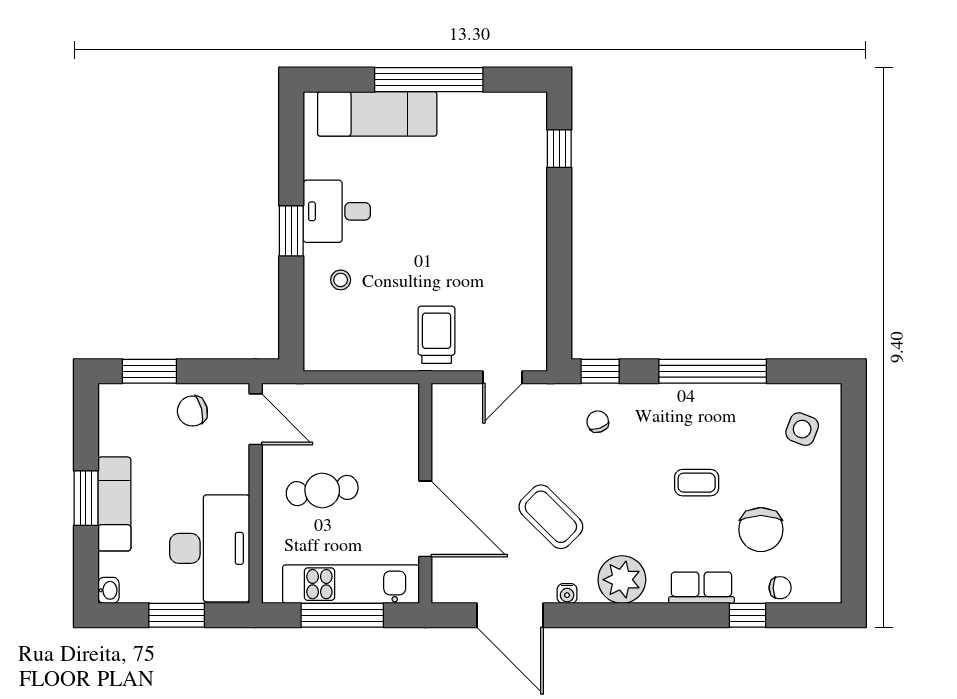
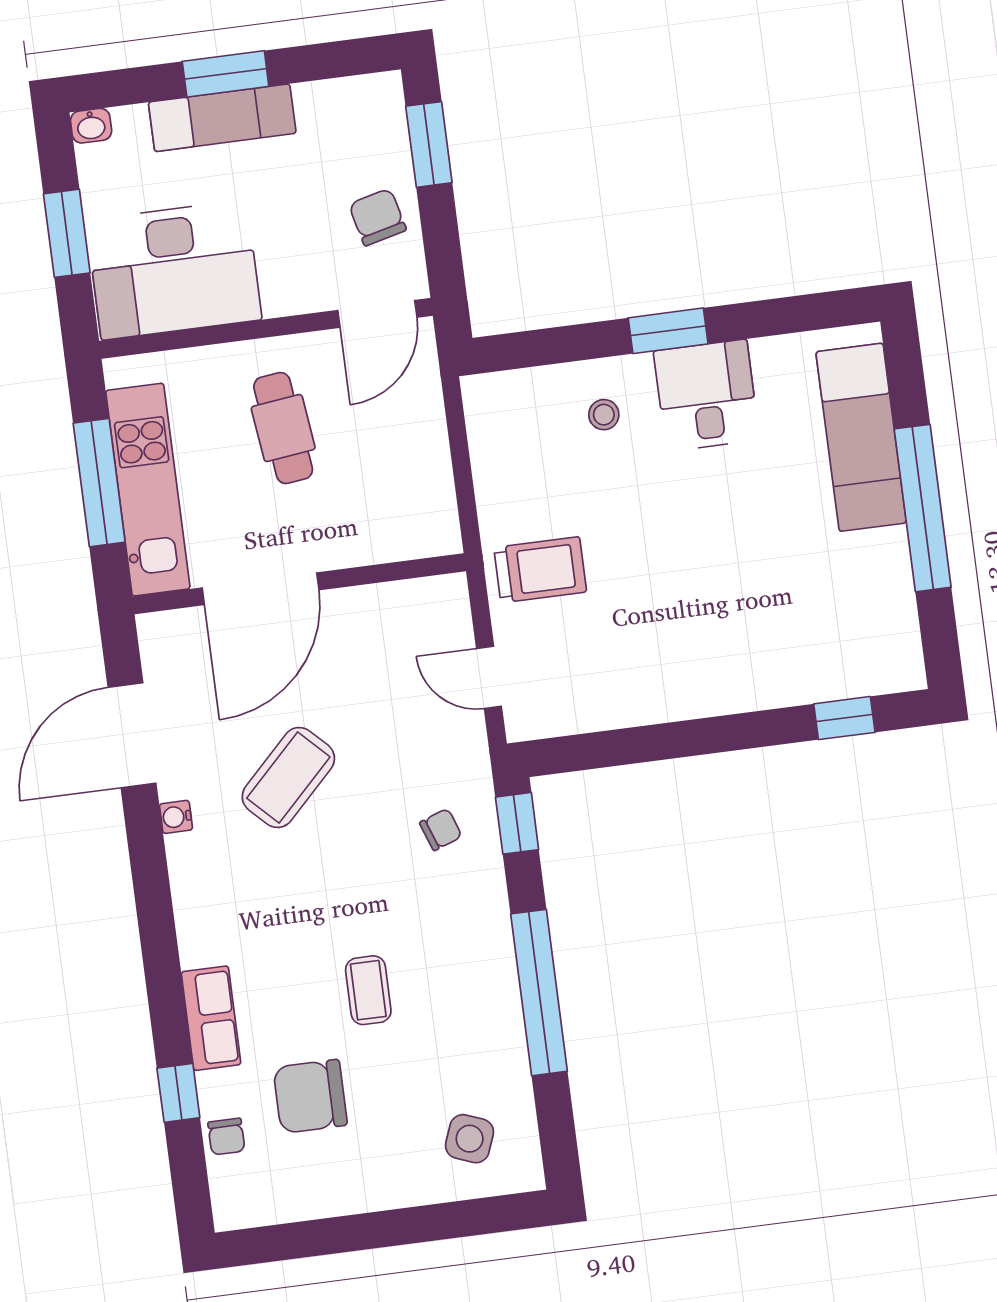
plant: (622, 580) -> (208, 897), removed

